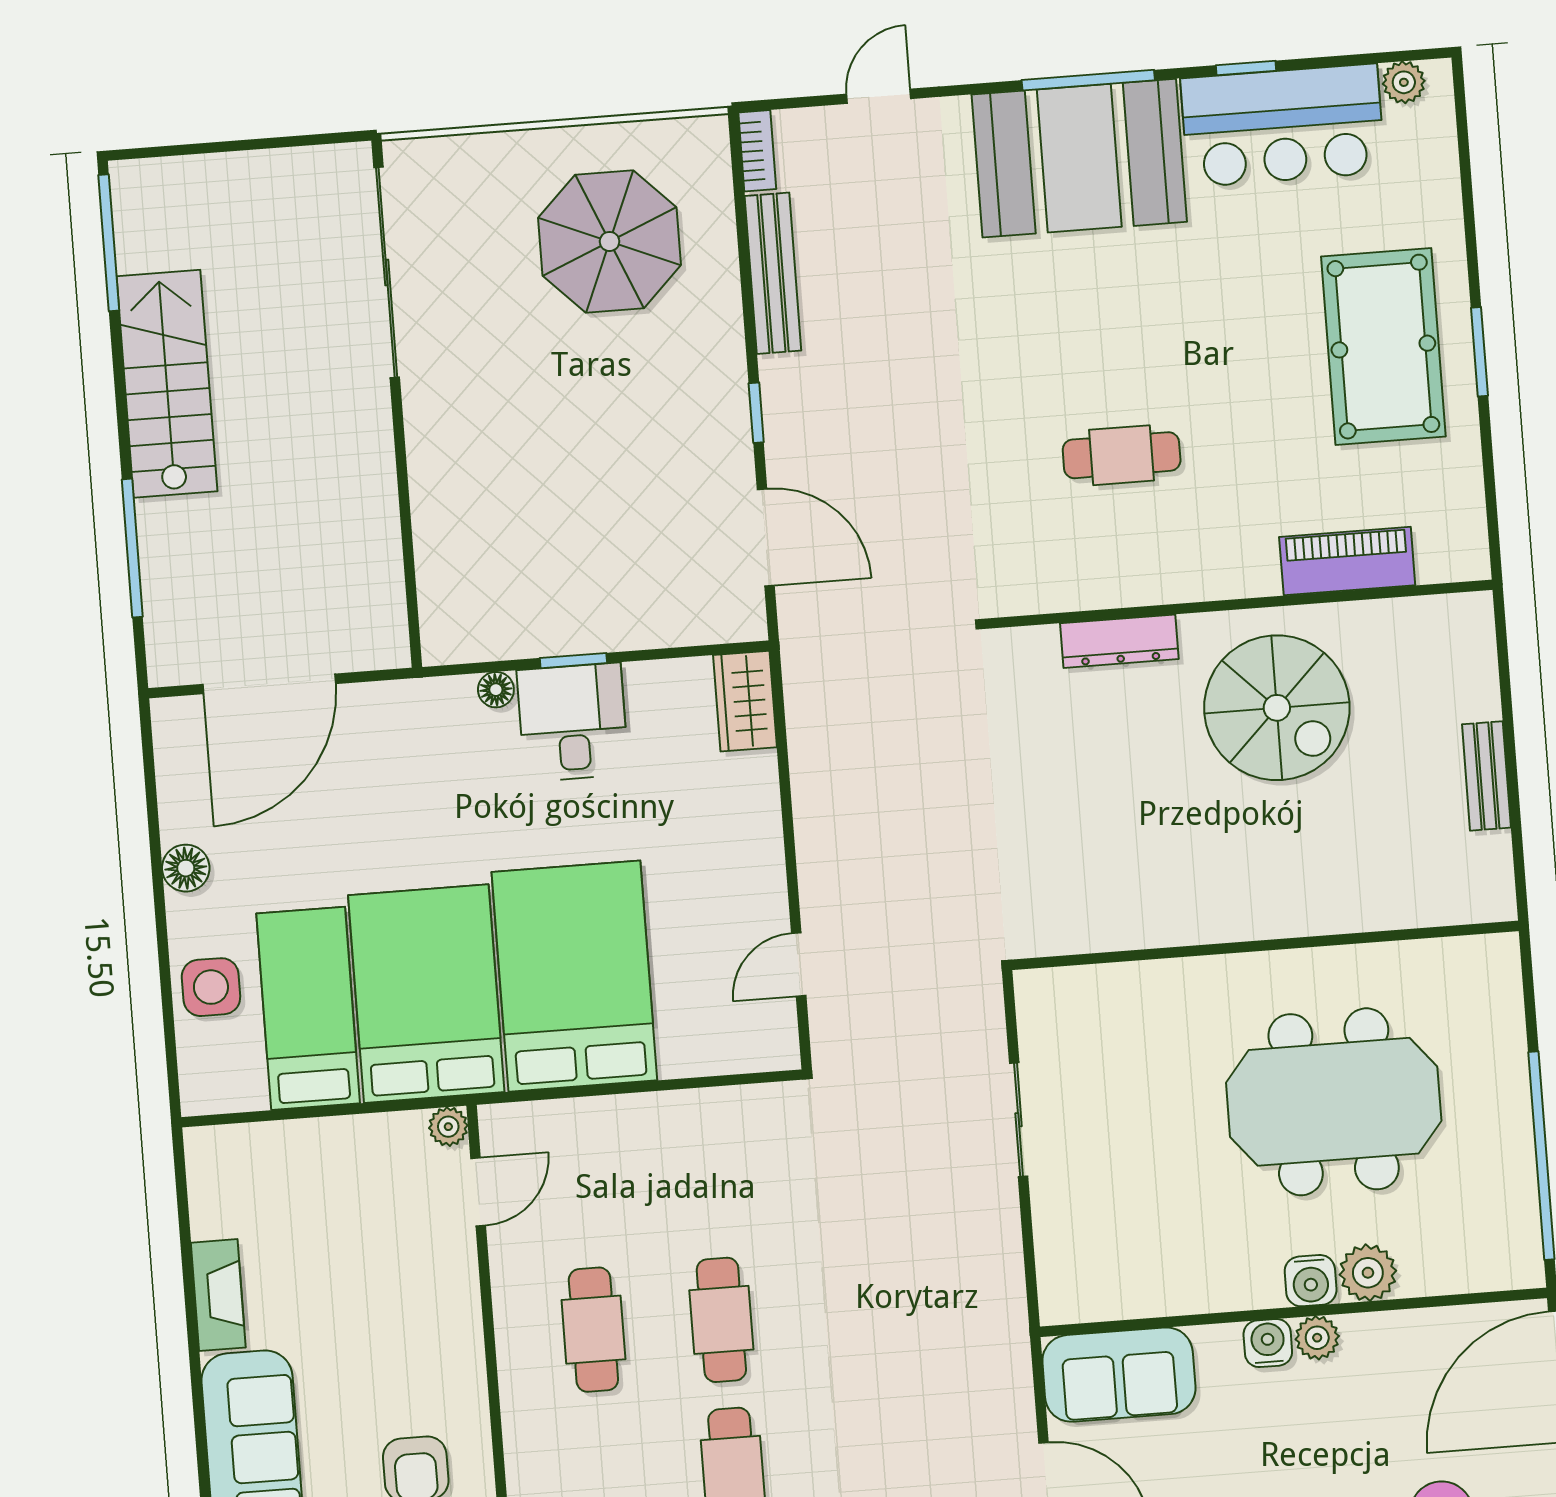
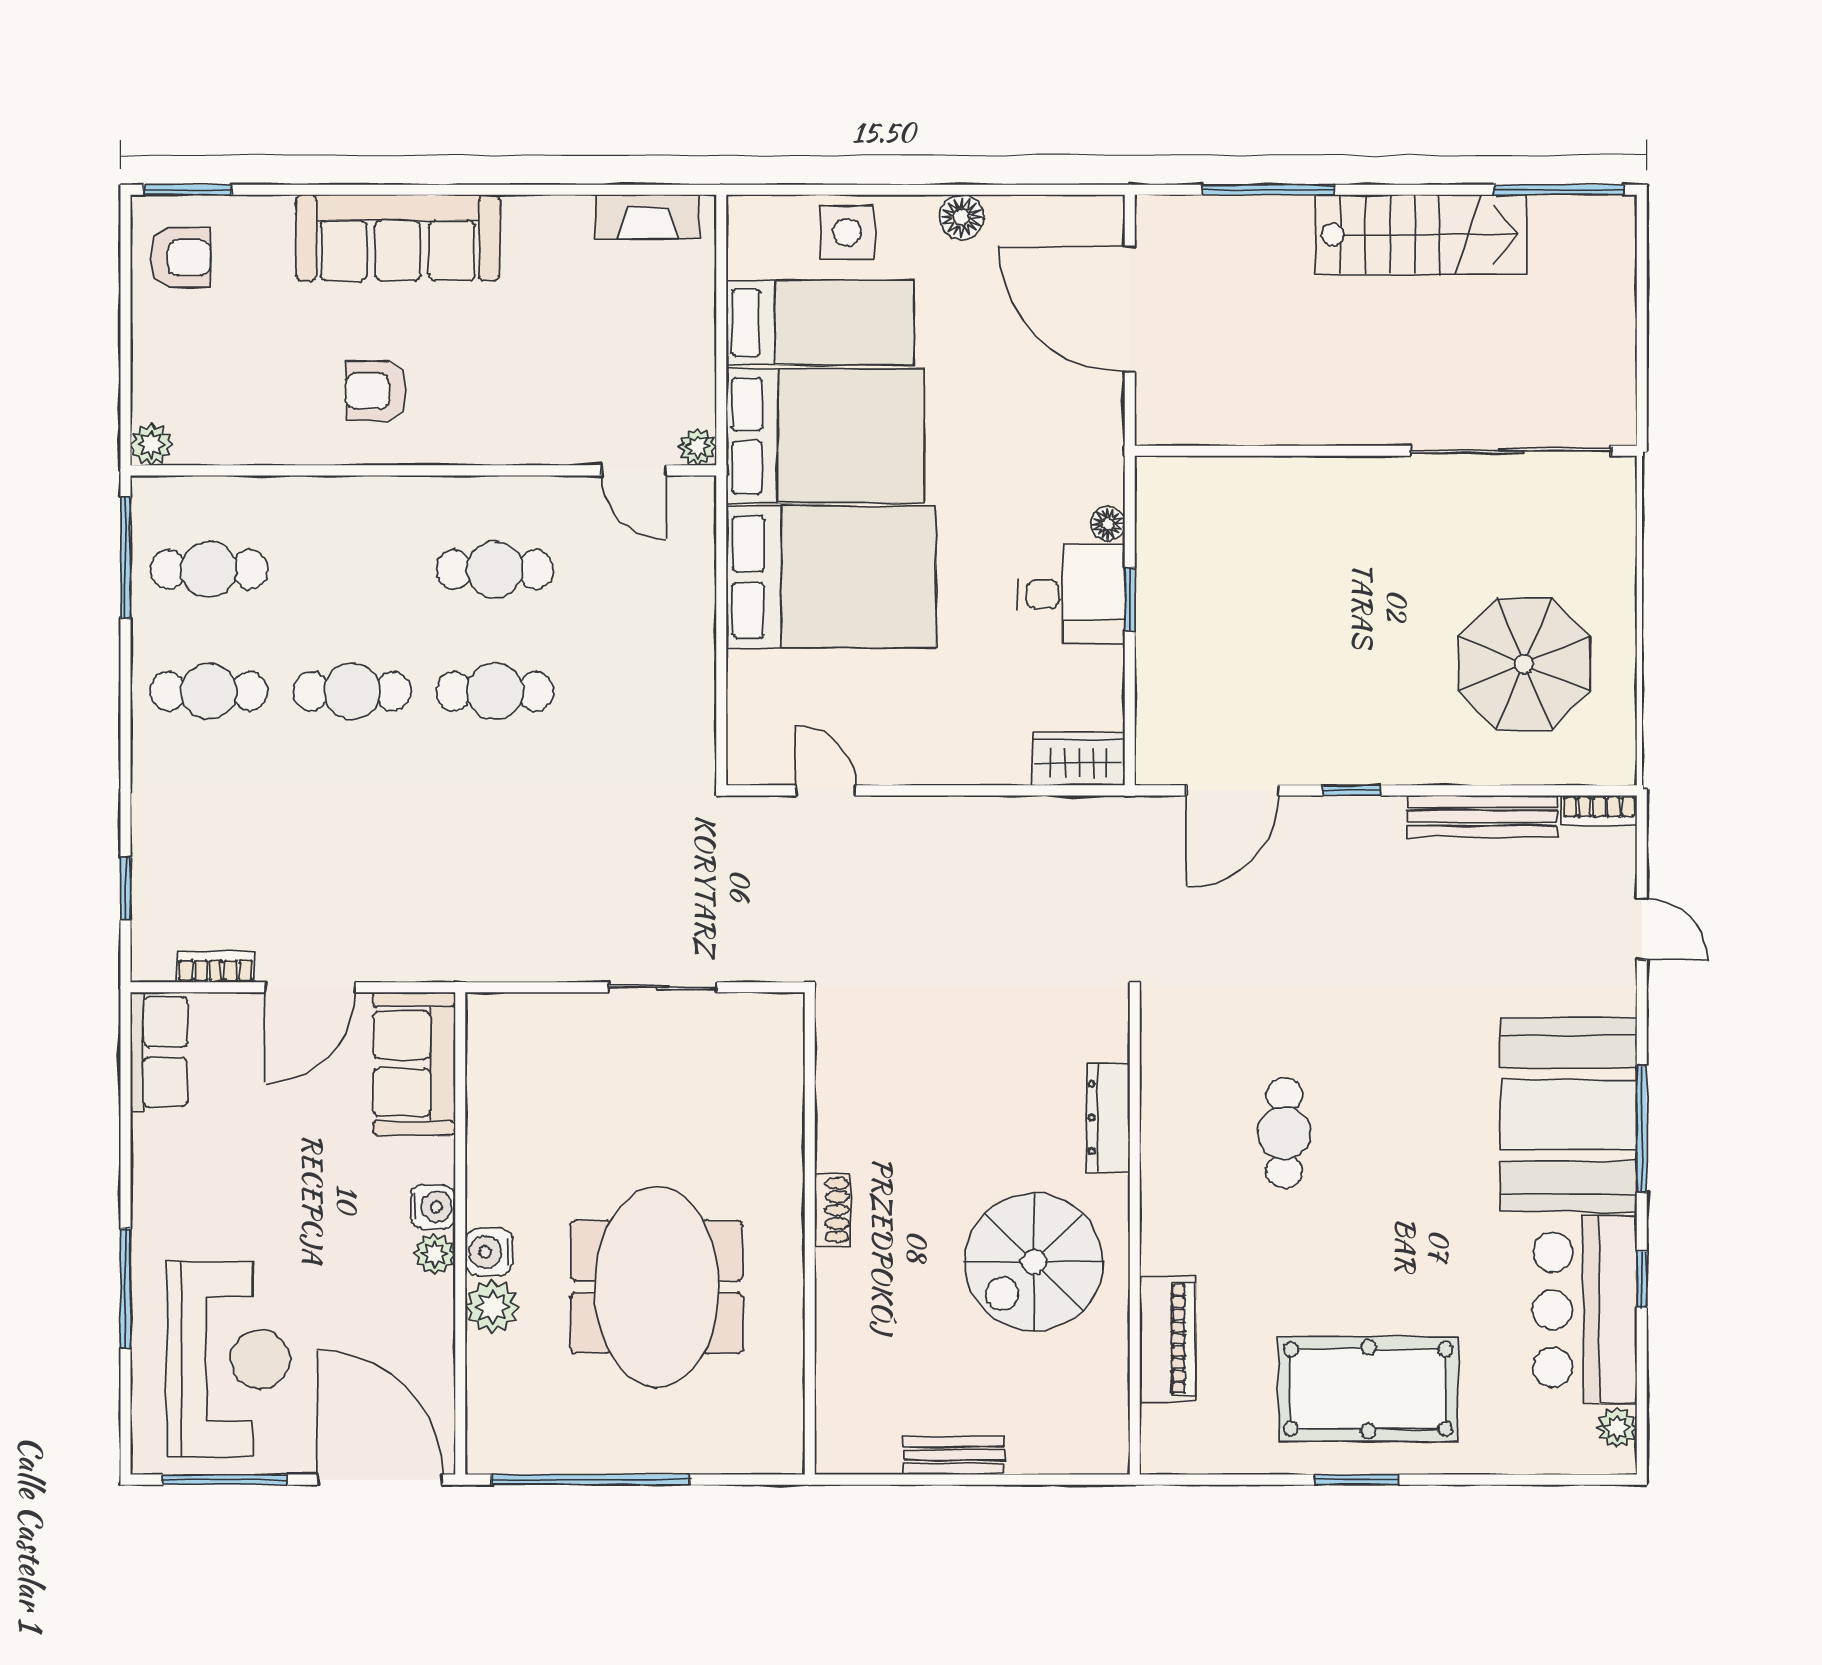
shoe rack: (1239, 923) -> (832, 1210), added
fireplace: (218, 1295) -> (647, 217), moved

